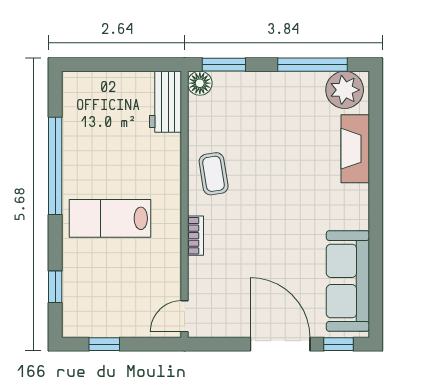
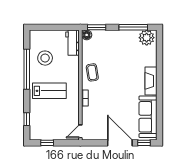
stool: (99, 139) -> (45, 58), added
fireplace: (355, 149) -> (151, 81), moved
lab bench: (110, 218) -> (49, 91), turned 180

